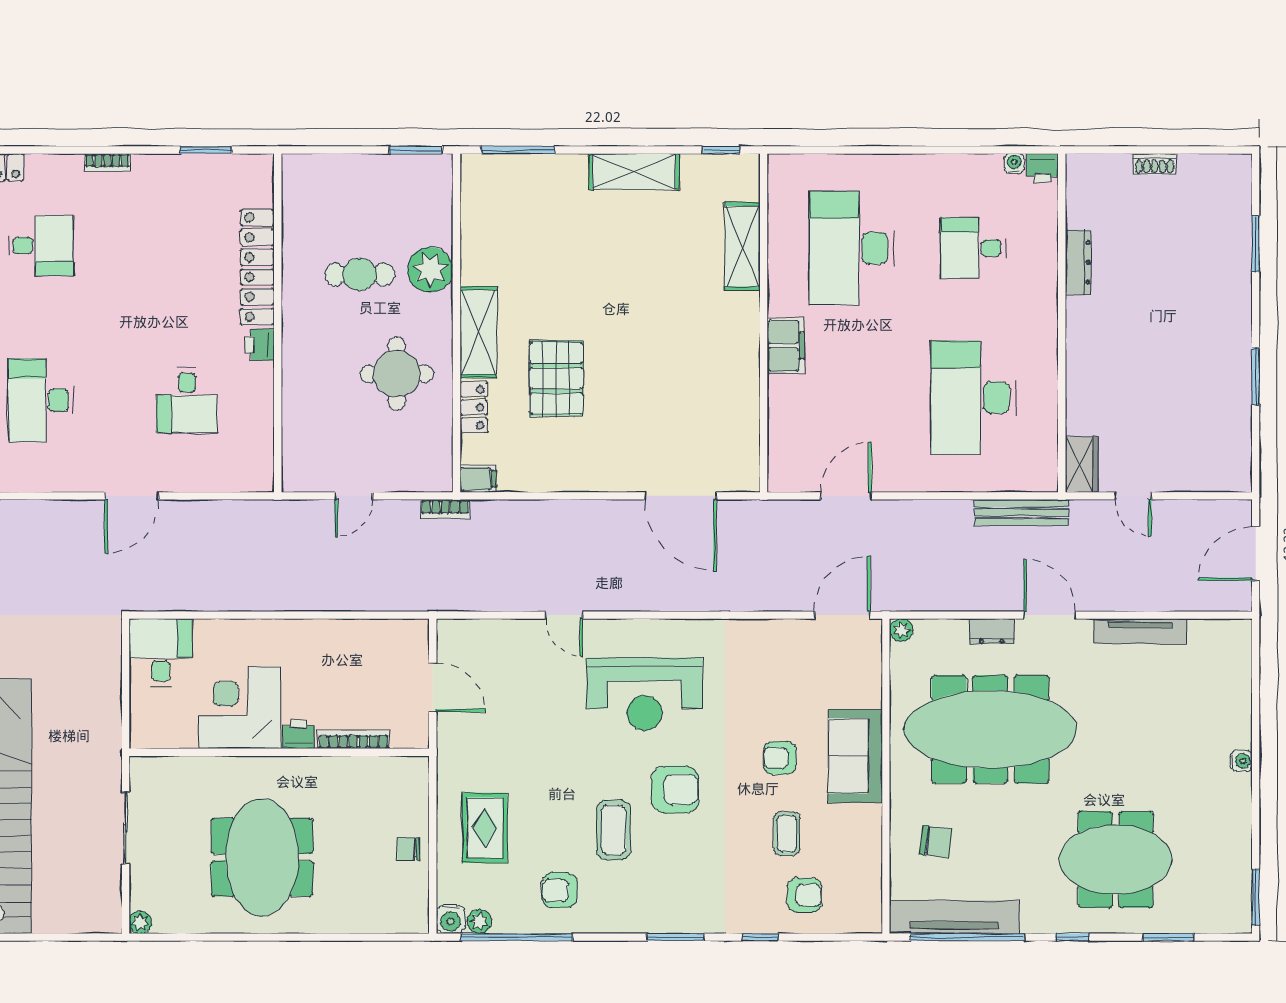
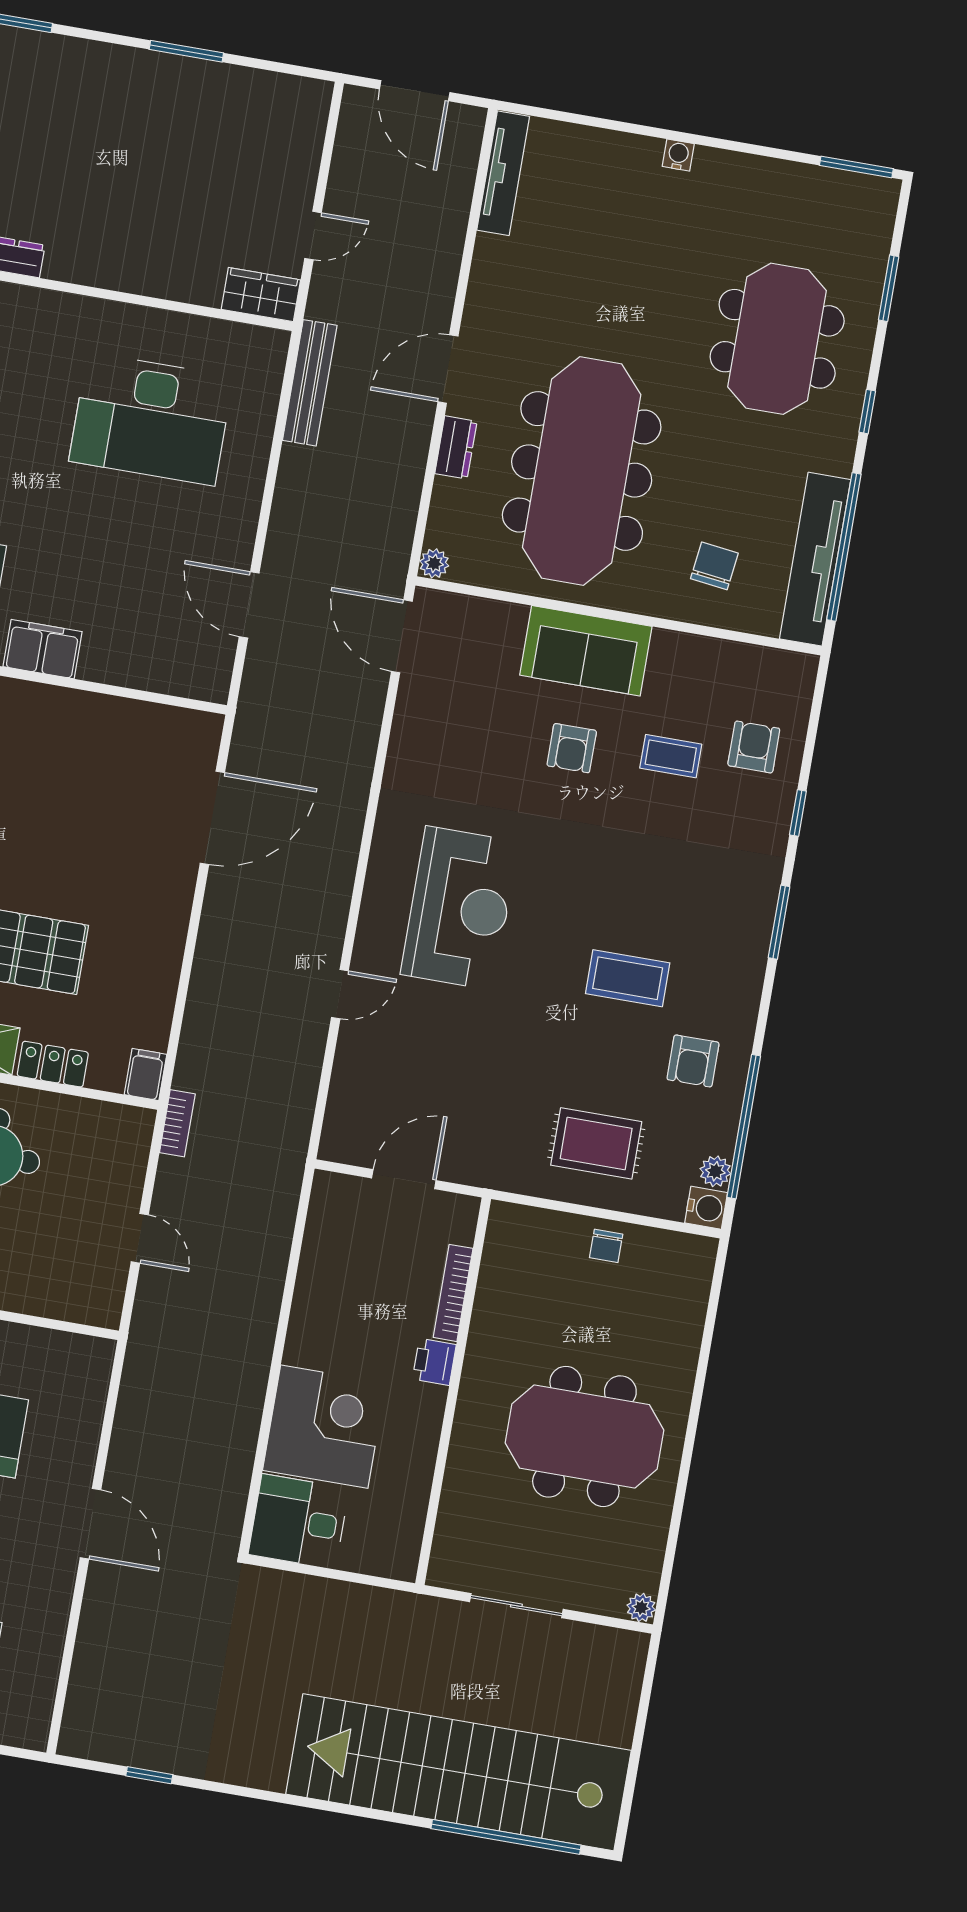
tv unit: (1140, 631) -> (503, 173), moved
corner desk: (240, 708) -> (324, 1427), moved, turned 180
armchair: (675, 790) -> (589, 890), removed

